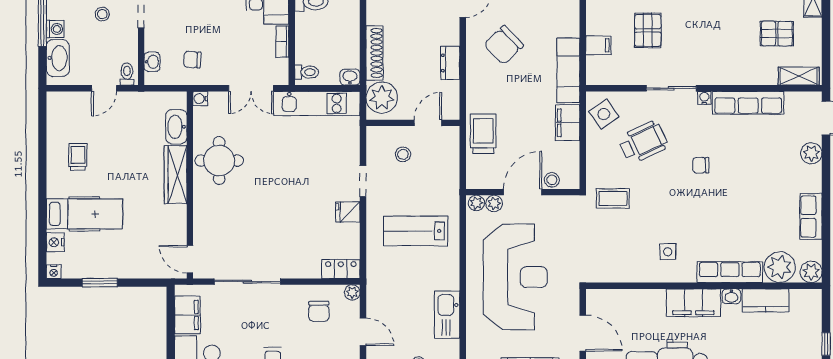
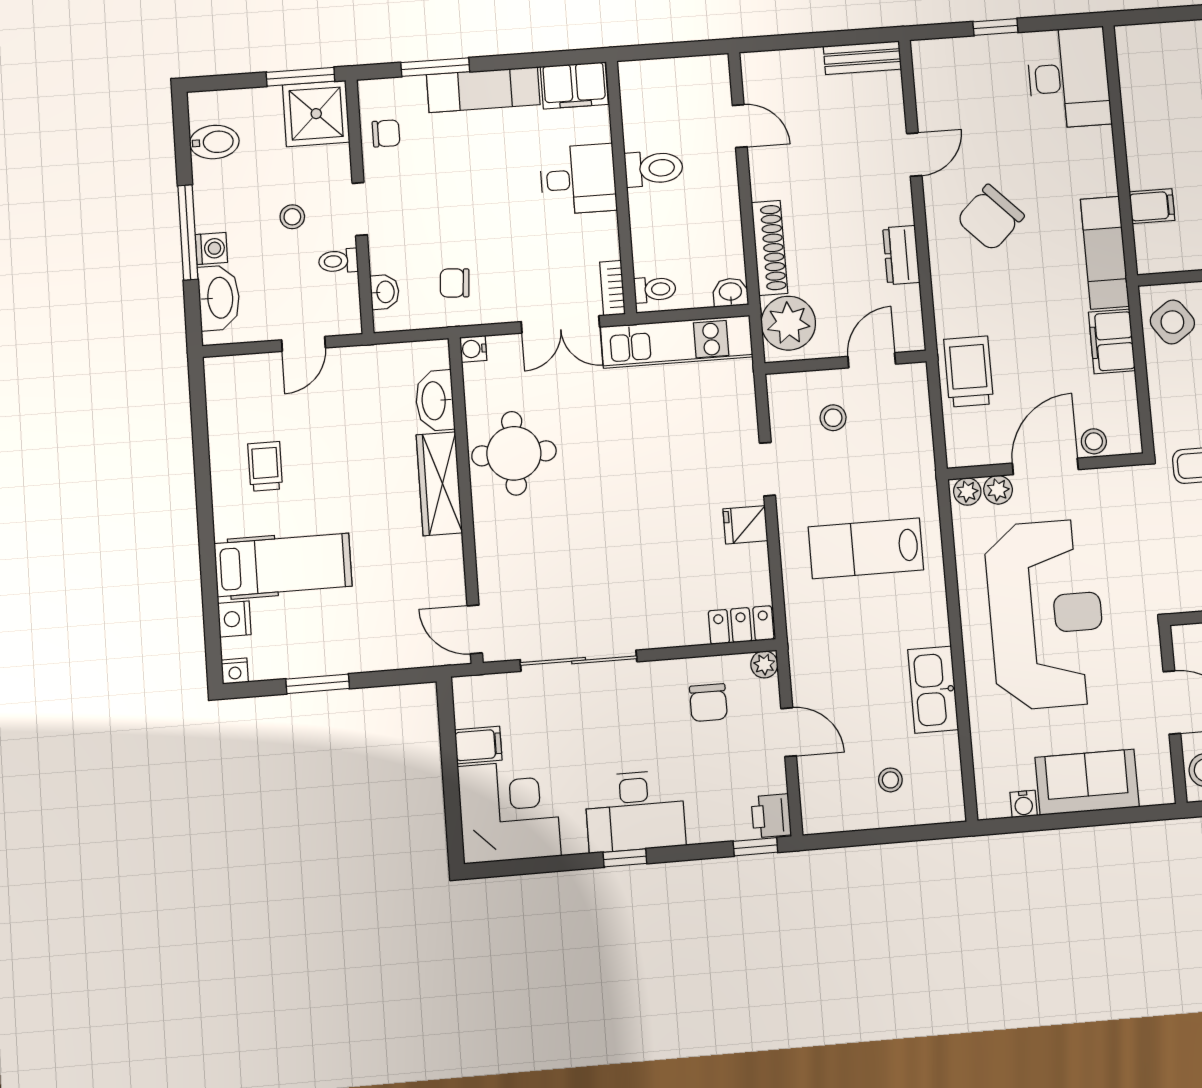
bookcase: (282, 42) -> (612, 288), moved
toilet: (127, 74) -> (338, 261), moved, turned -90
filing cabinet: (187, 315) -> (478, 745), width x0.50

